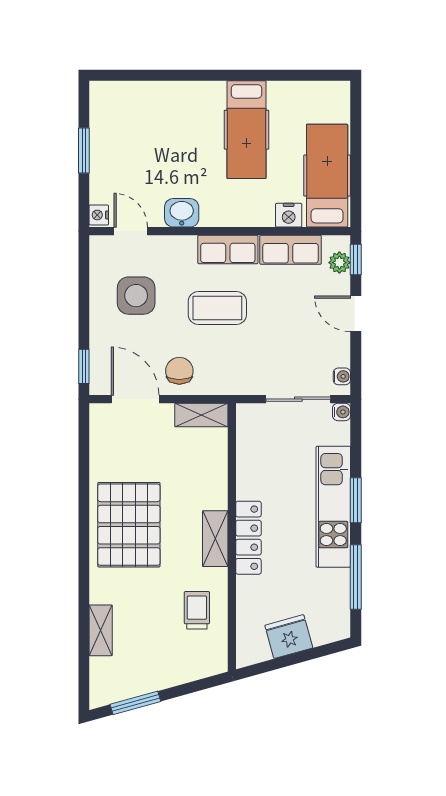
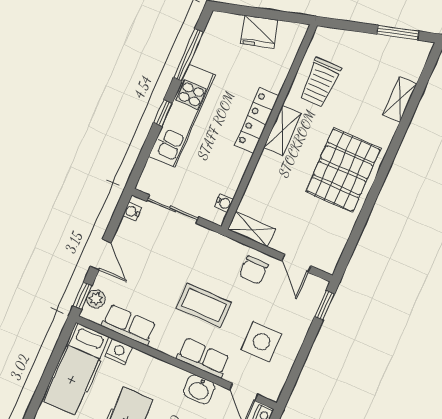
row of seats: (228, 249) -> (203, 358), moved
door: (135, 399) -> (297, 263), width x0.73
water cooler: (341, 412) -> (224, 203), moved, turned 180
window: (356, 500) -> (163, 113), width x0.67
trolley: (197, 610) -> (320, 82), width x1.36, depth x1.39

